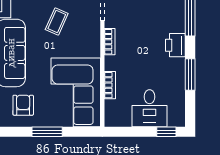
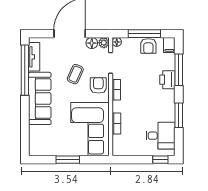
printer: (175, 45) -> (167, 80), moved
armchair: (23, 105) -> (98, 85), moved
desk: (149, 108) -> (160, 136), moved, turned -90

